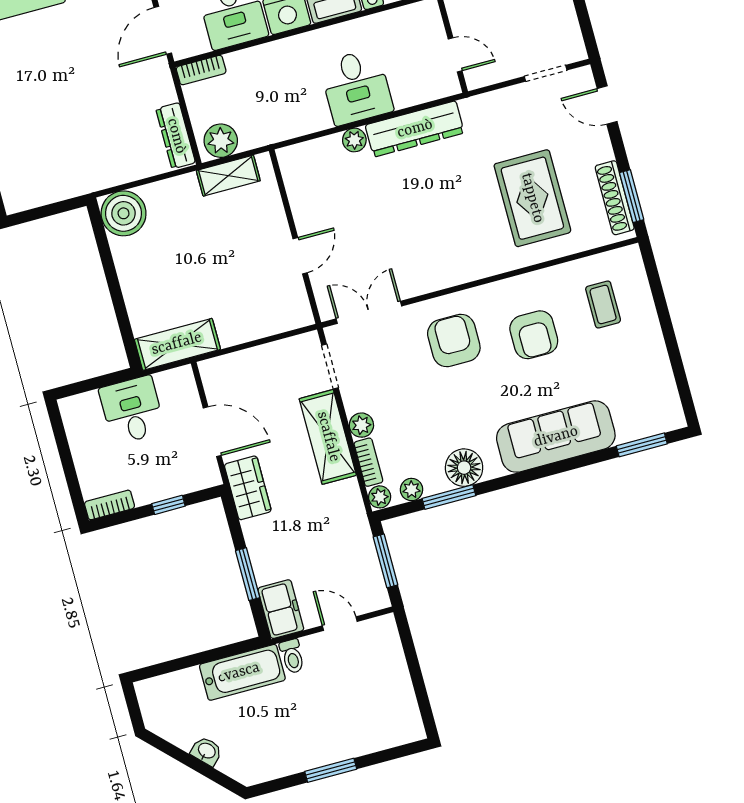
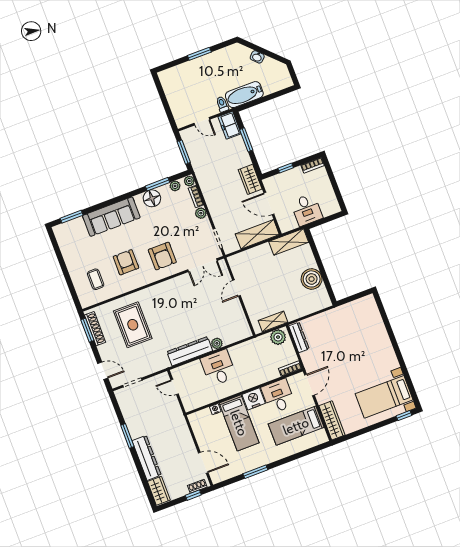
boiler: (124, 213) -> (312, 279), moved
shelving: (328, 437) -> (257, 234), moved, turned 90

